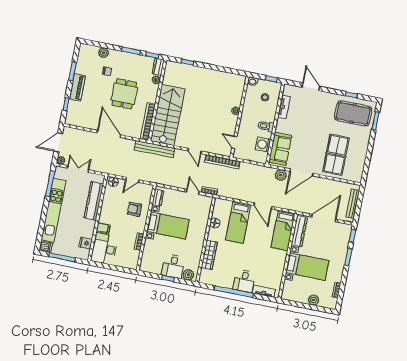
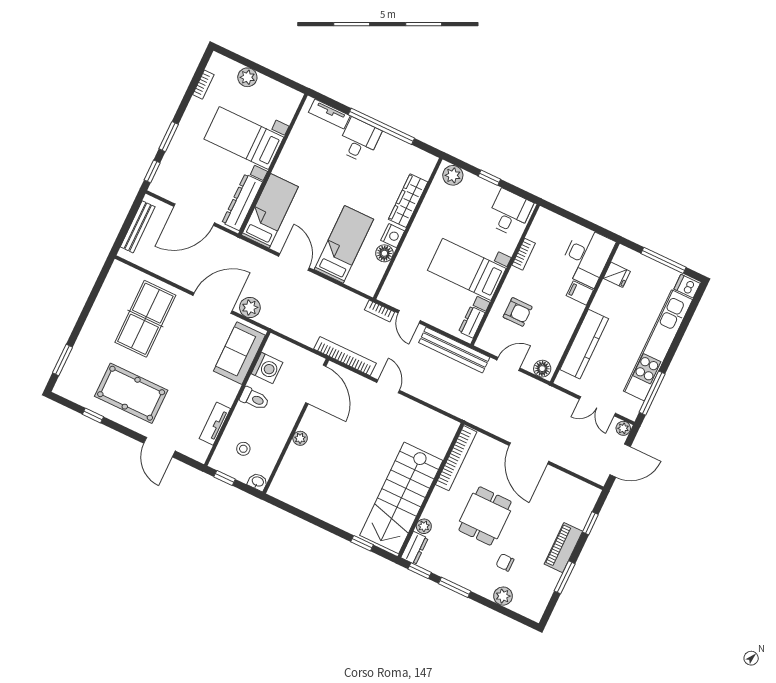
pool table: (353, 113) -> (131, 393), moved
stairs: (168, 115) -> (401, 498), moved
door: (234, 142) -> (316, 384), width x1.88
bench: (154, 149) -> (454, 350), moved
nightstand: (213, 234) -> (393, 236), added
desk: (173, 266) -> (510, 213), moved

